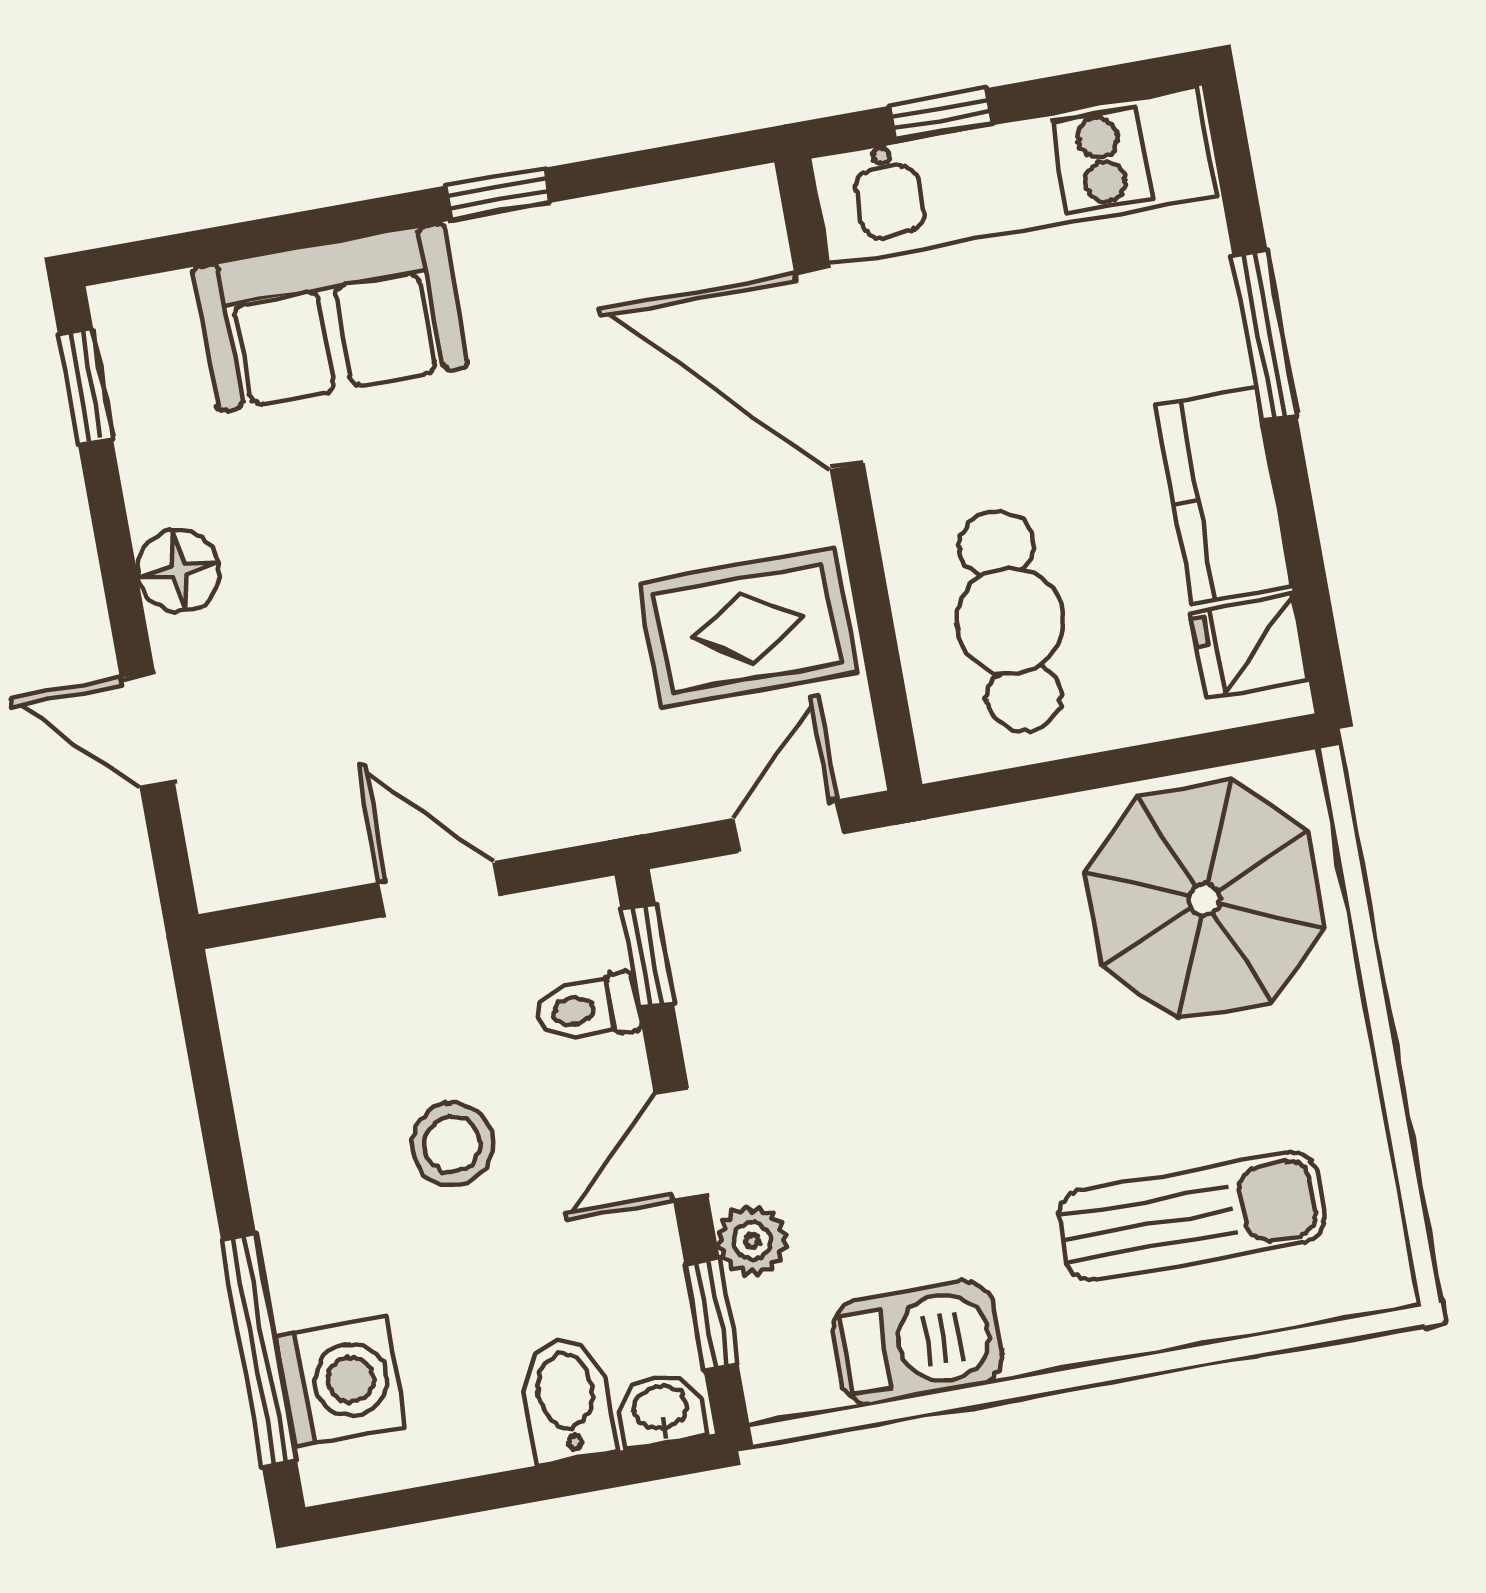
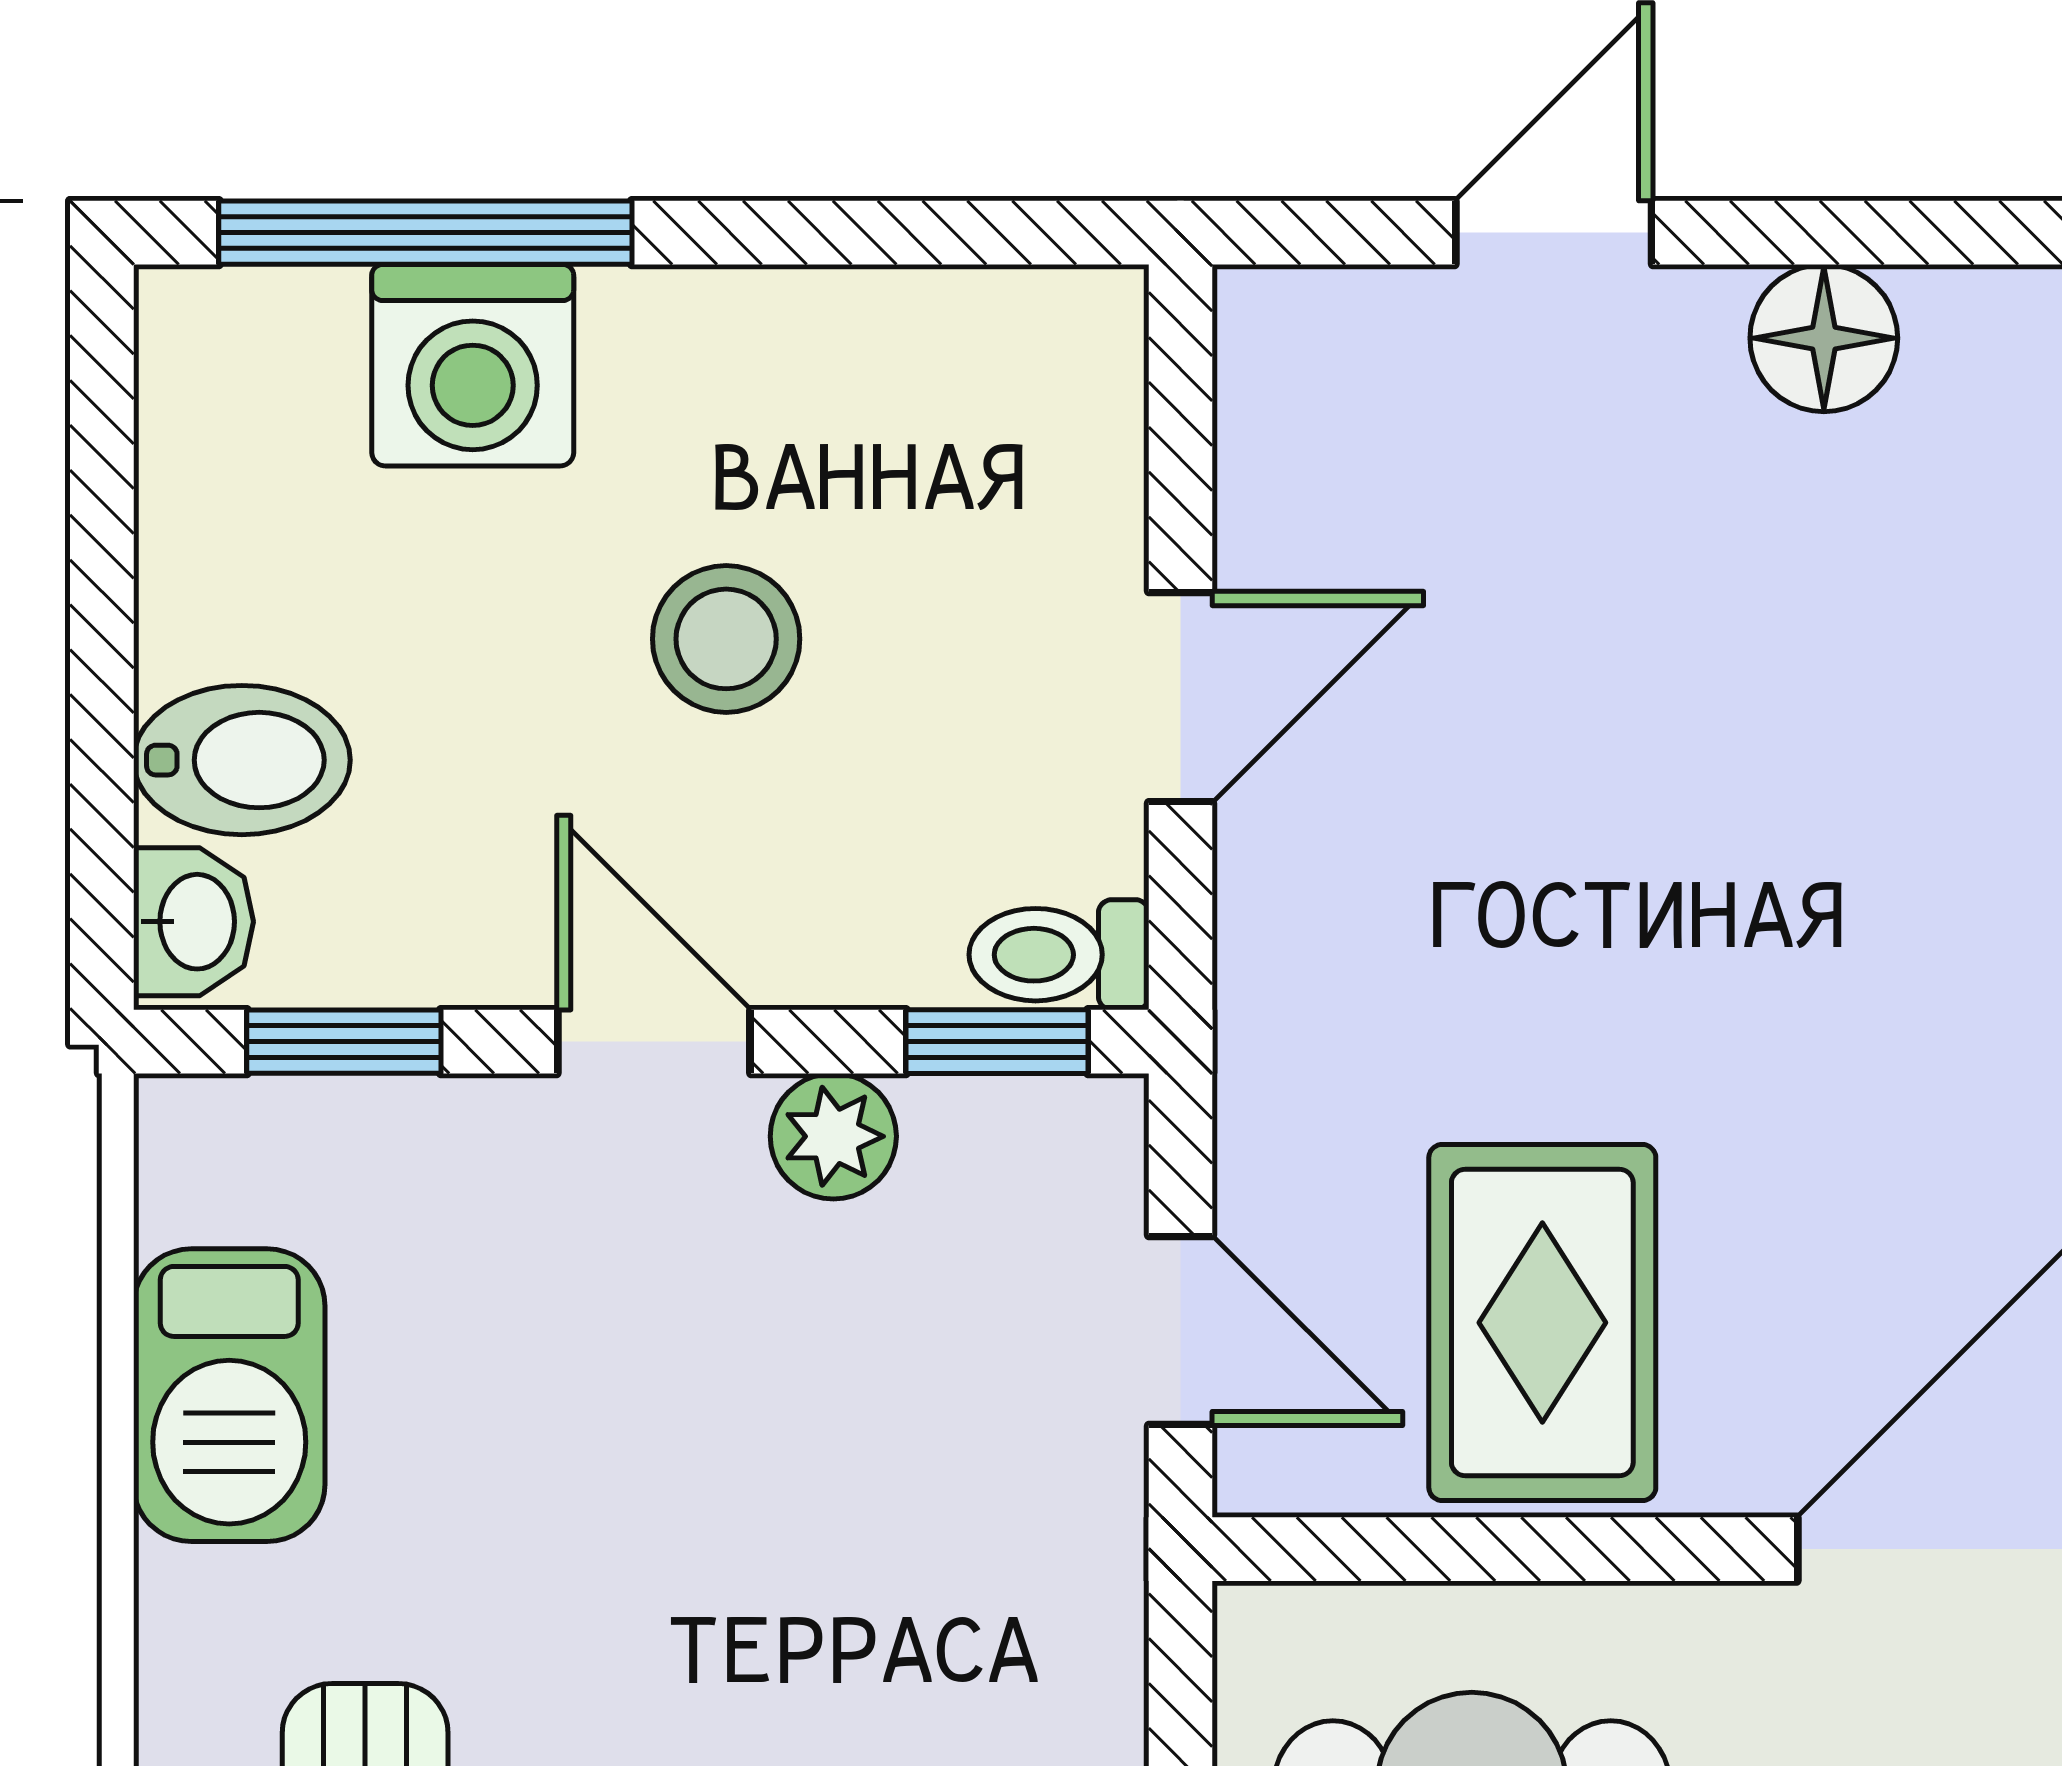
toilet: (588, 1009) -> (1059, 955), moved, turned -90
plant: (752, 1241) -> (833, 1136), moved
washing machine: (340, 1382) -> (473, 365), moved

